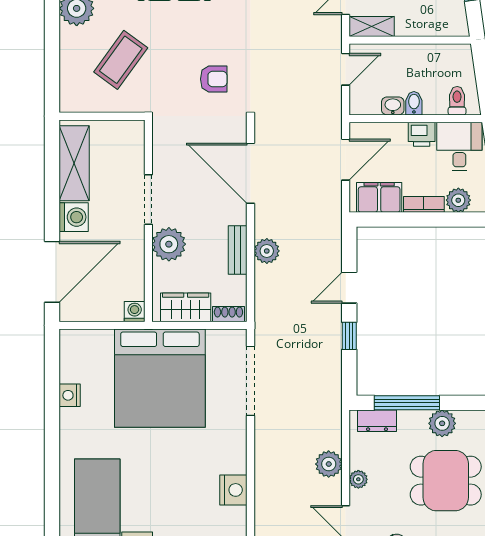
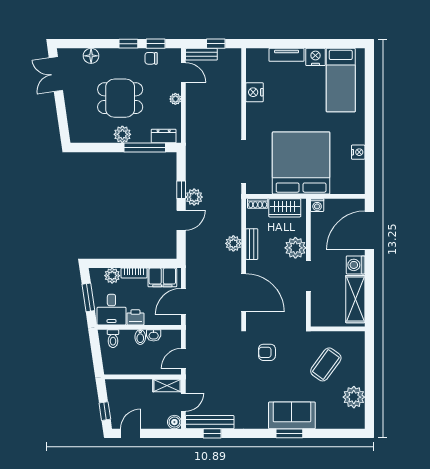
plant: (329, 464) -> (194, 197), moved

